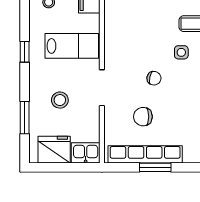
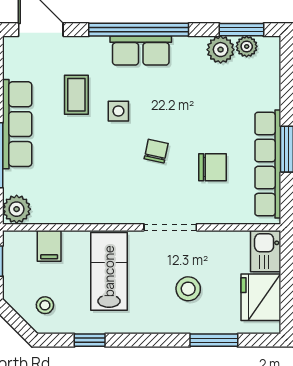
window: (25, 52) -> (90, 340), moved
chair: (143, 117) -> (212, 167), turned -90

